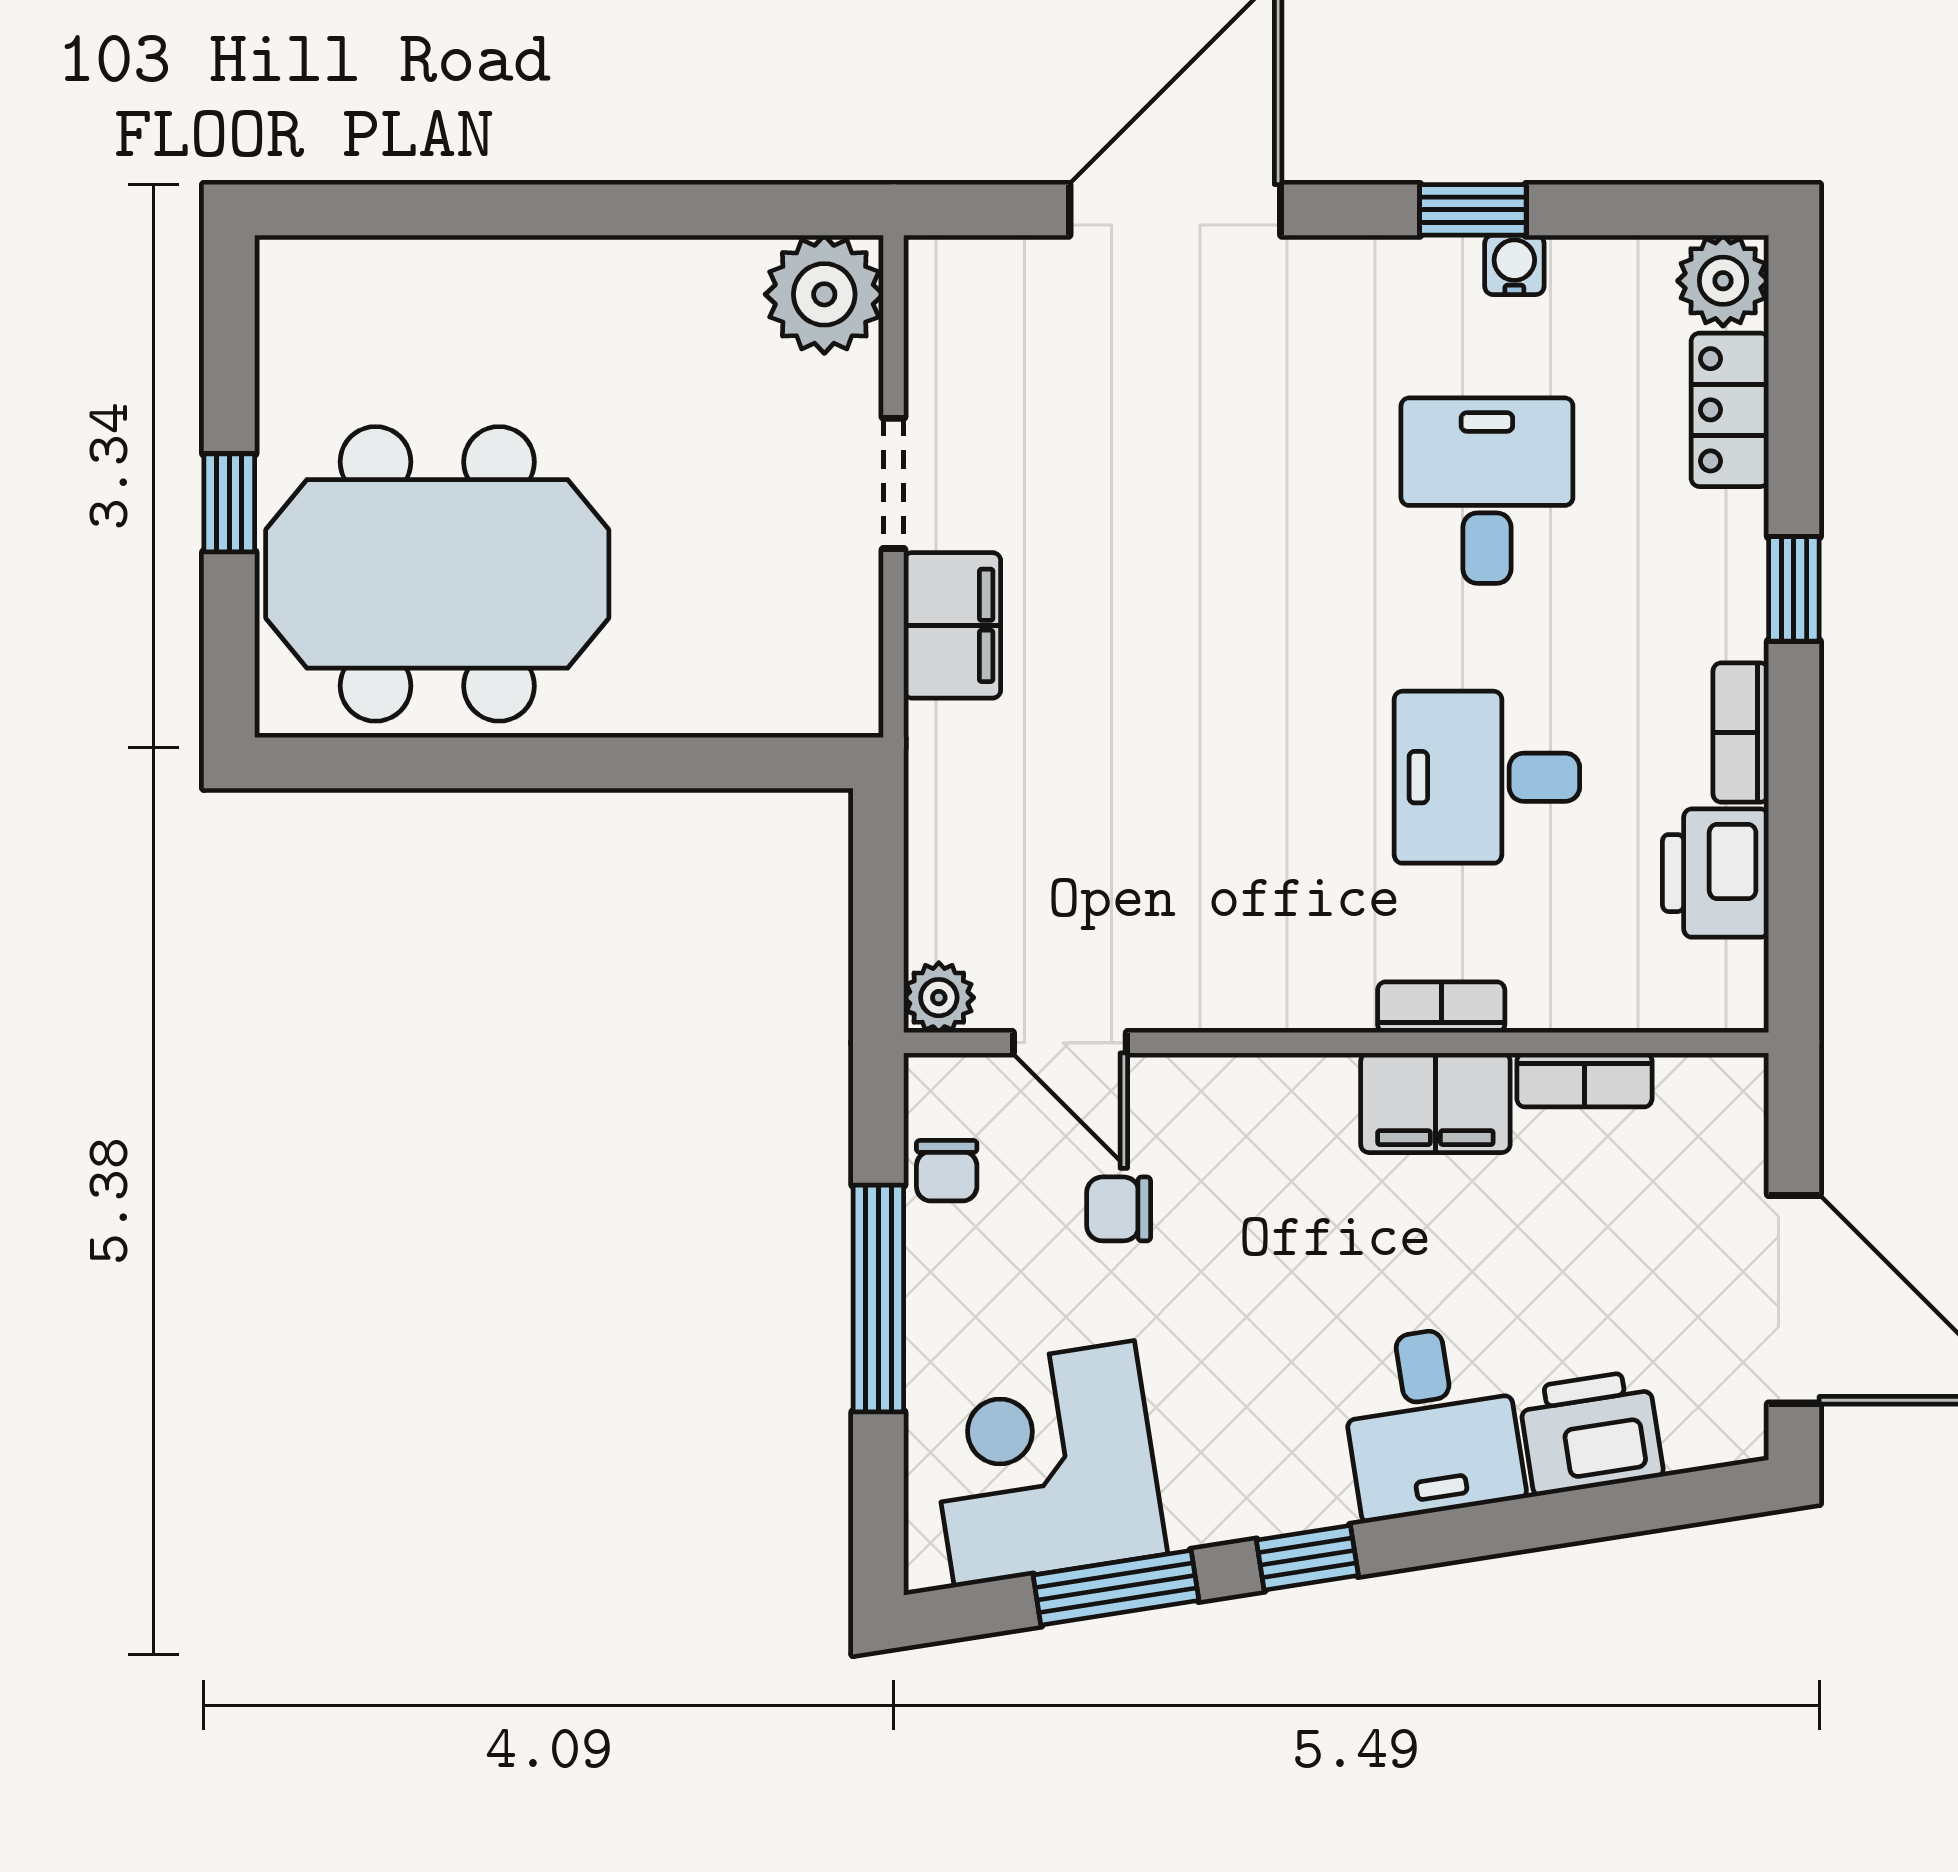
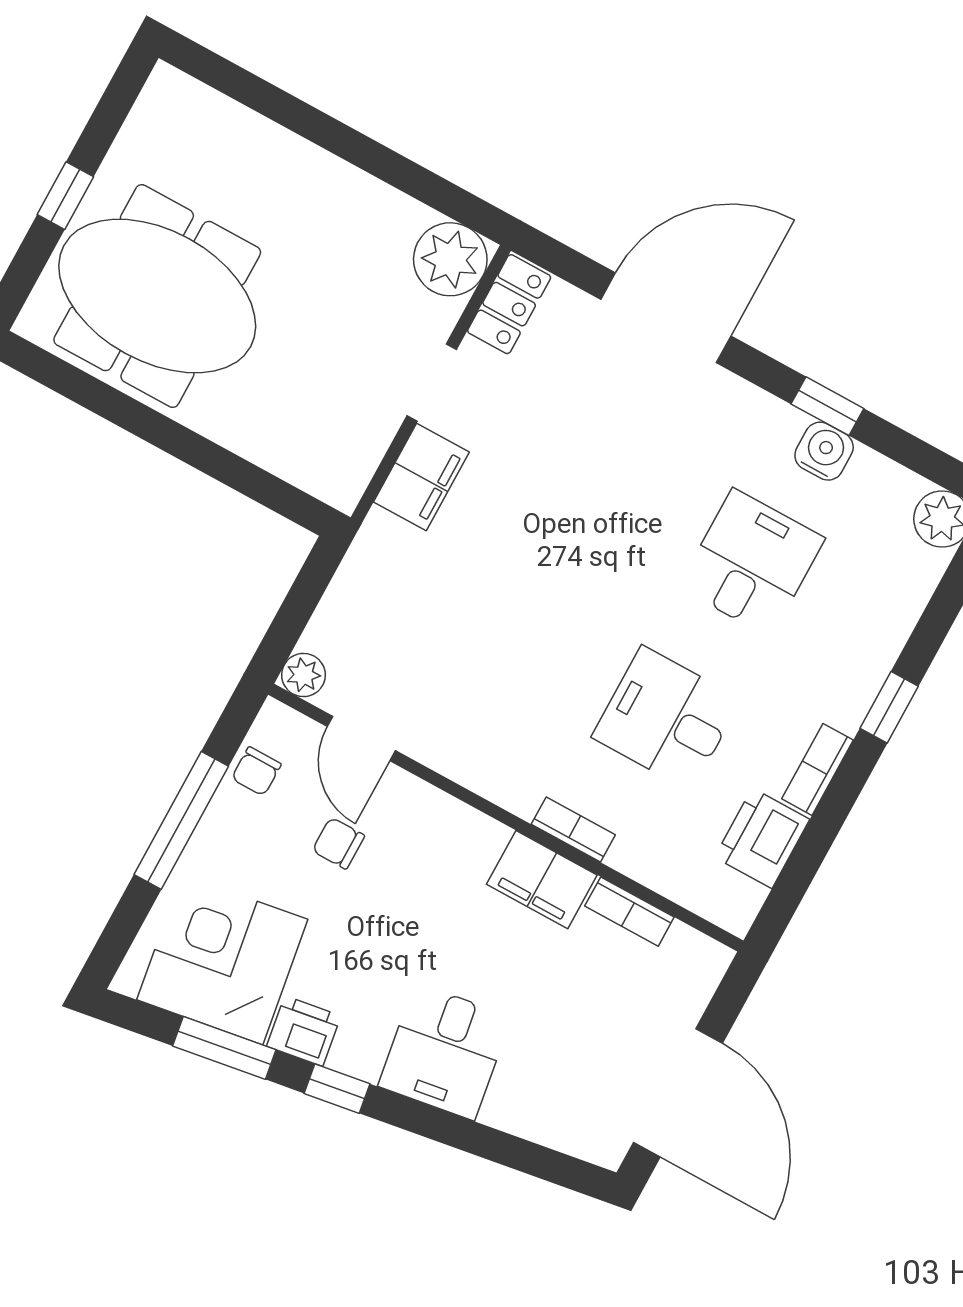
water cooler: (1514, 265) -> (824, 451), width x1.38, depth x1.38
locker: (1730, 410) -> (509, 304), moved, turned 180
printer: (1591, 1433) -> (304, 1031), moved, width x0.73, depth x0.81

